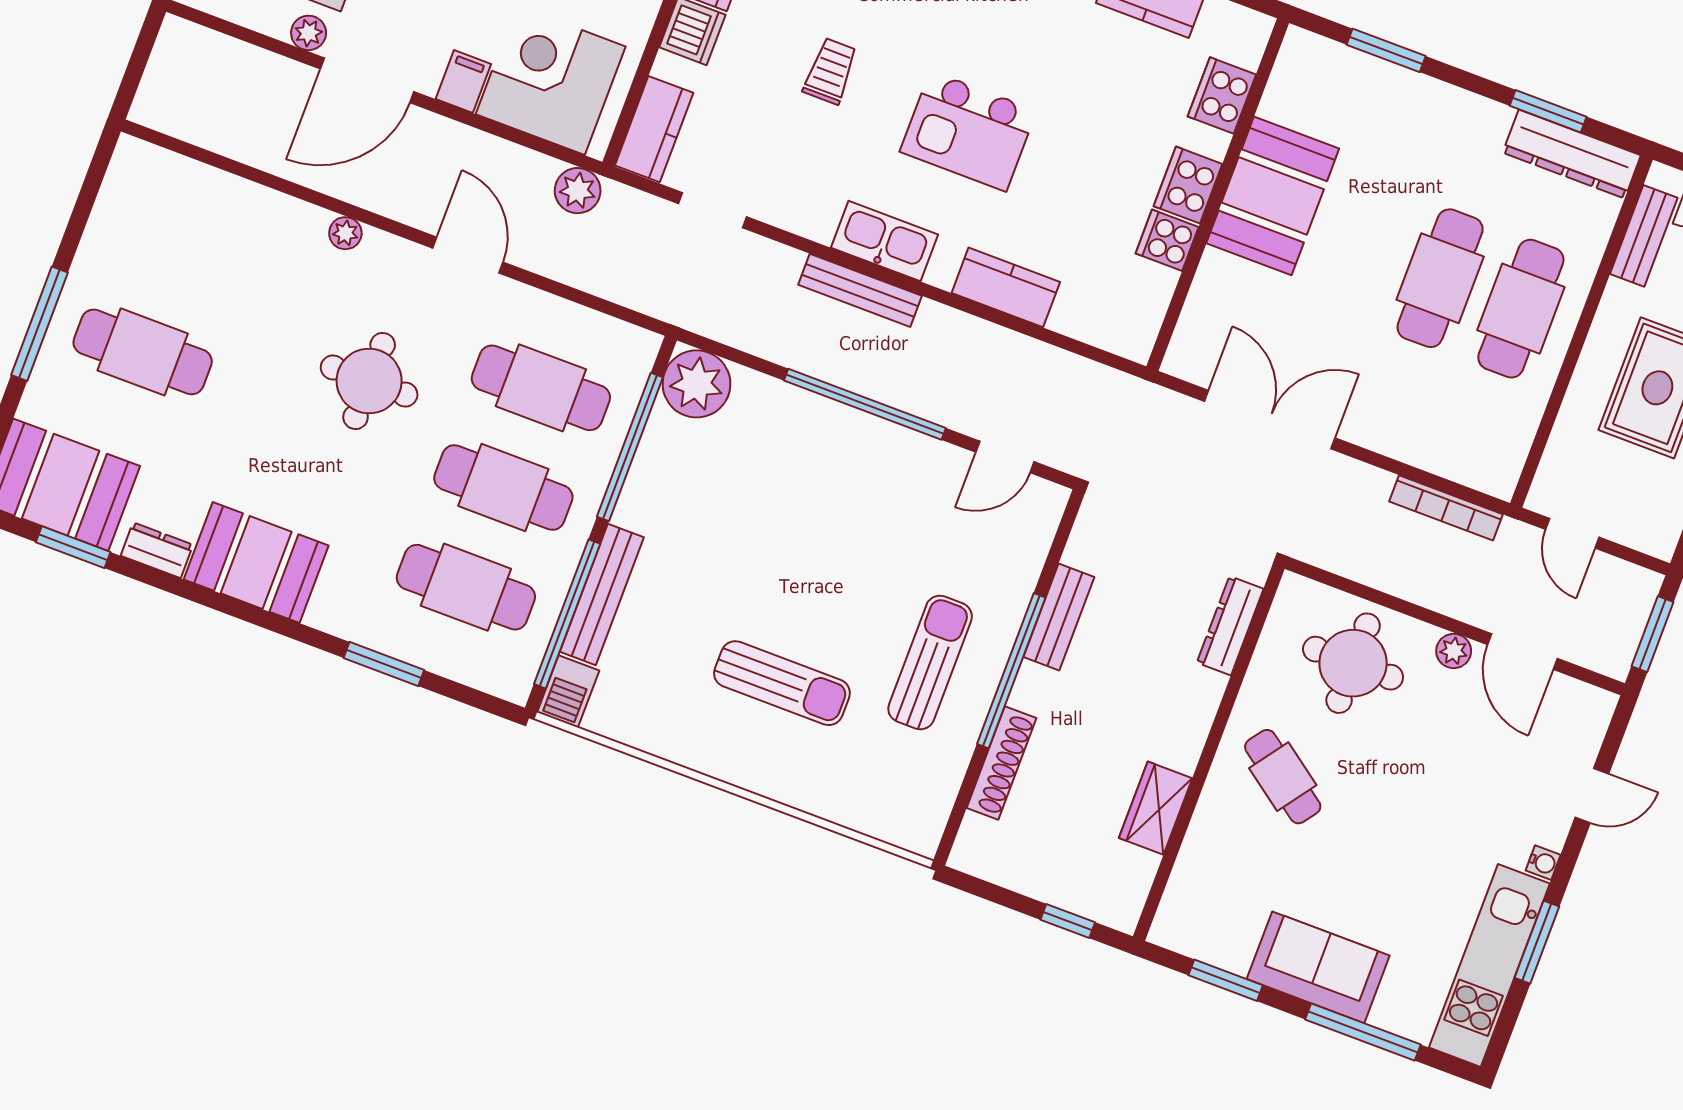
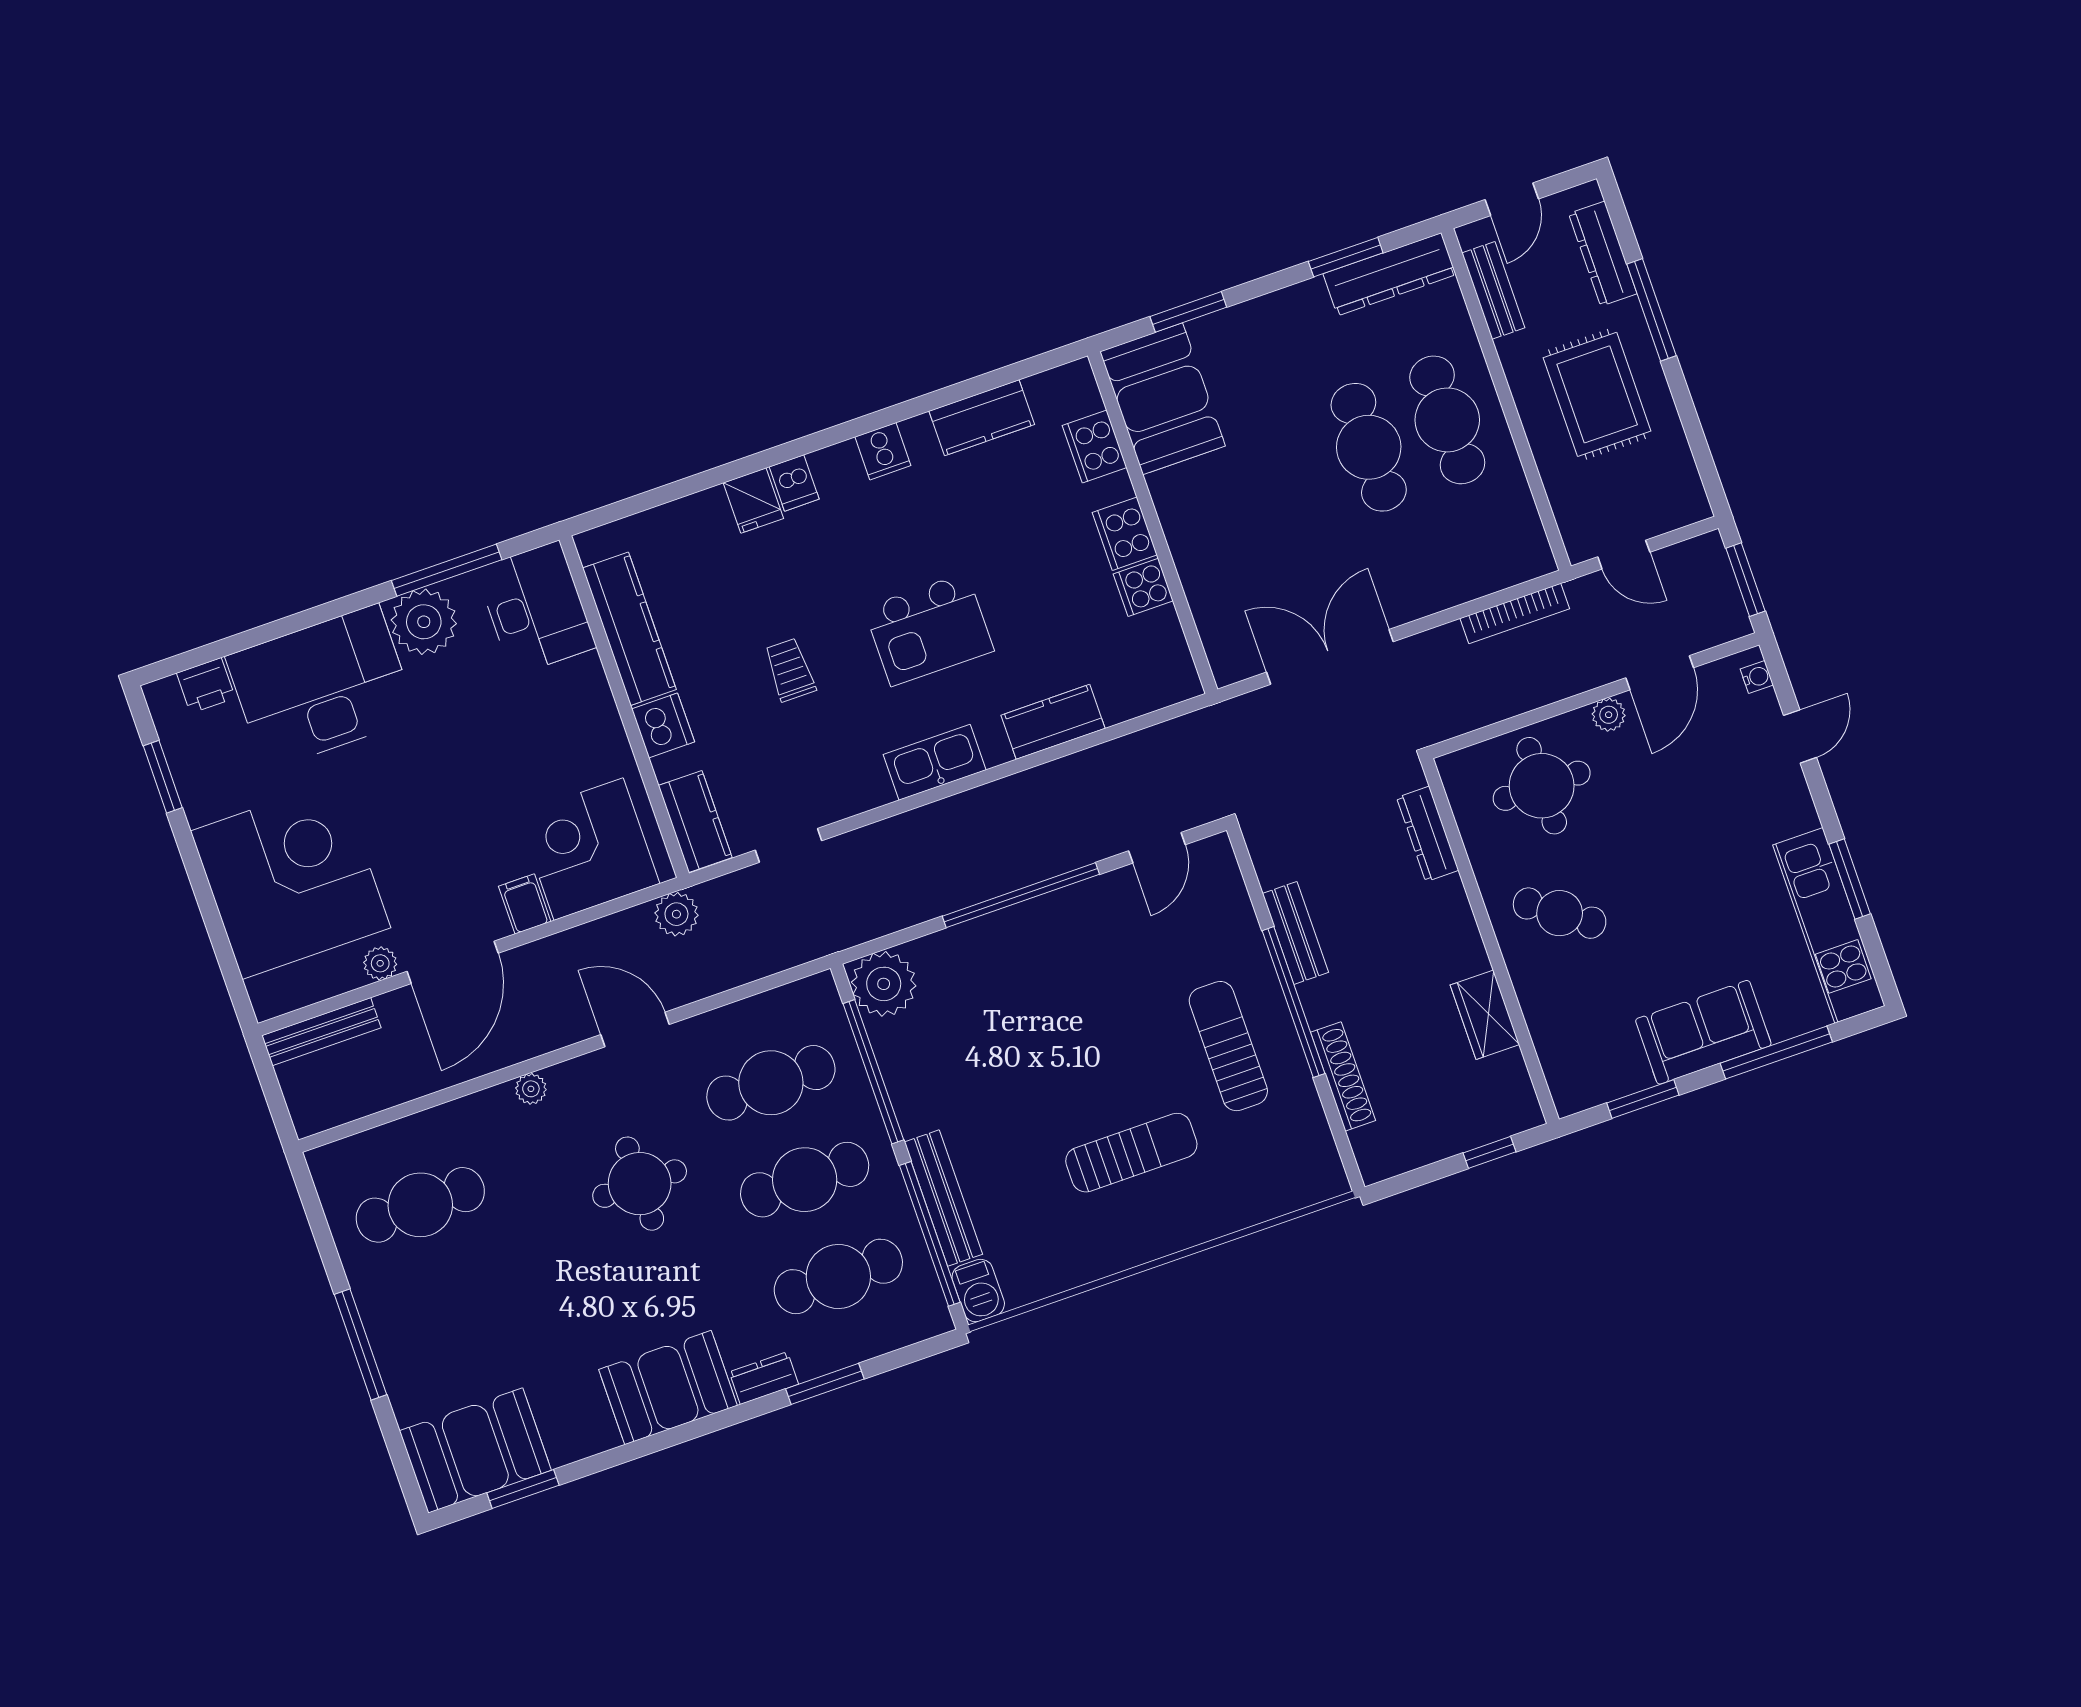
booth: (1273, 196) -> (1163, 399), moved
bench: (860, 290) -> (321, 1032), moved
cafe table: (143, 352) -> (420, 1205), moved
dresser: (157, 550) -> (764, 1378), moved
door: (1522, 651) -> (1660, 673), hinge flipped
water cooler: (1543, 863) -> (1757, 677), moved

